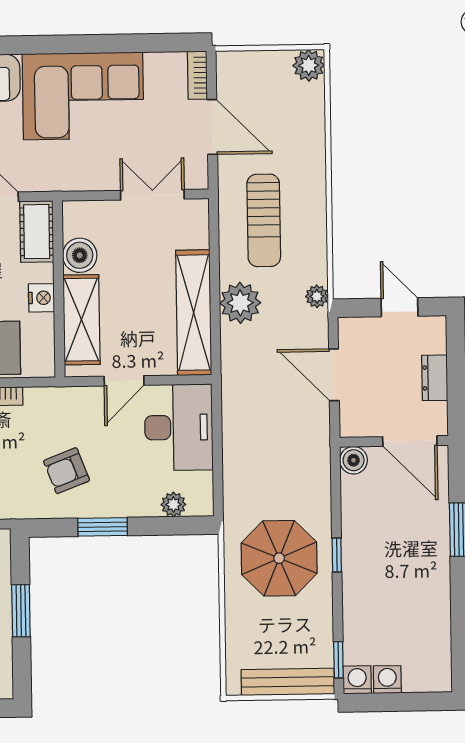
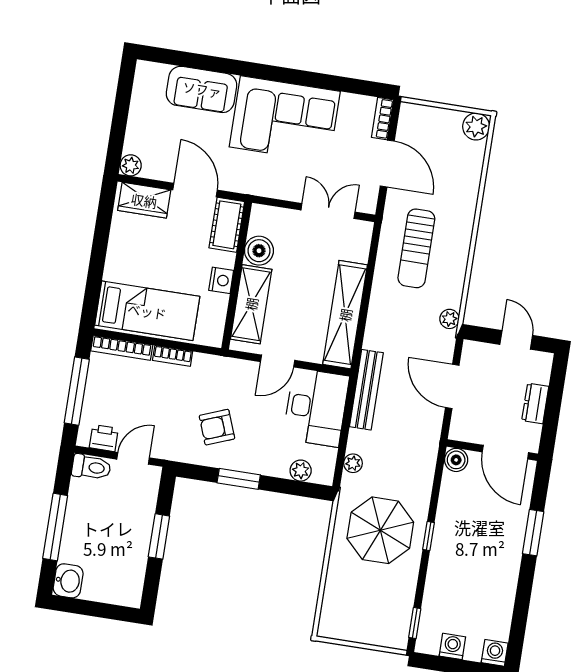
plant: (240, 303) -> (353, 463), moved, width x0.53, depth x0.53
washing machine: (357, 680) -> (495, 653), moved
bench: (288, 682) -> (366, 390), moved, turned 90

